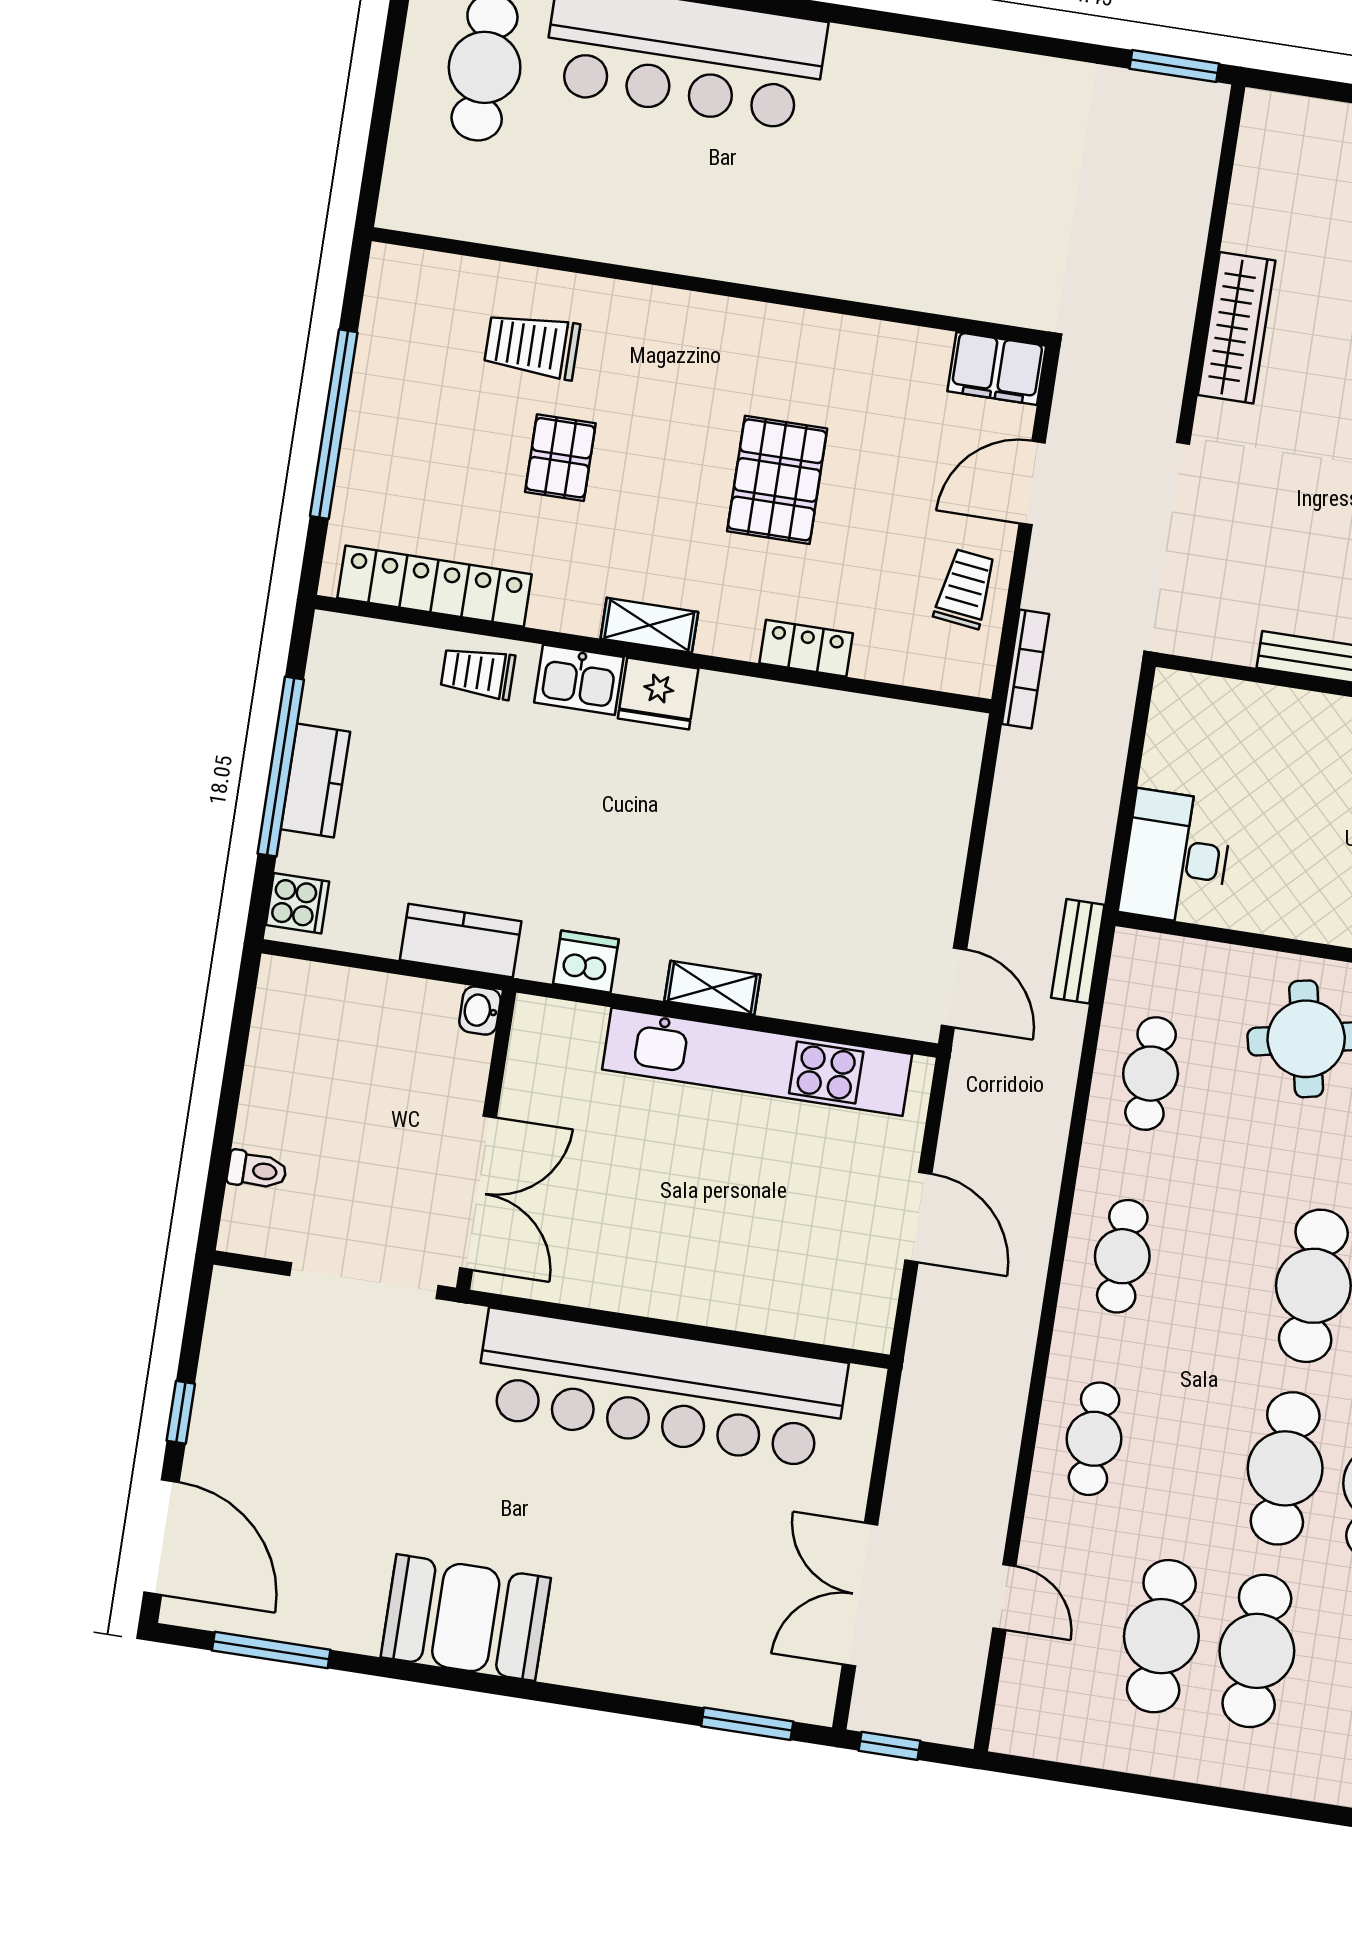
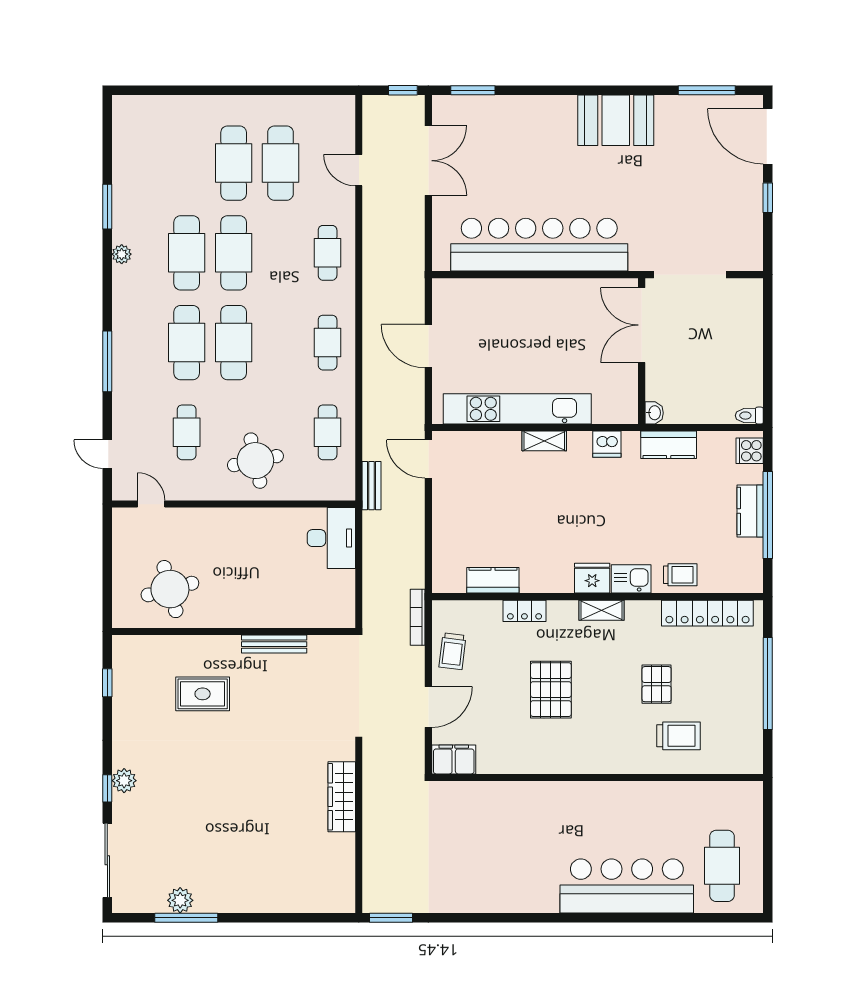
kitchen counter: (861, 721) -> (493, 580), added
toilet: (257, 1170) -> (749, 416), moved

